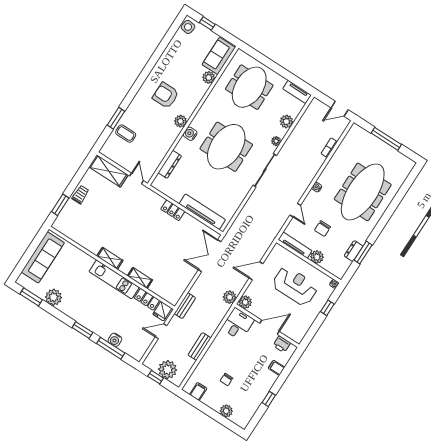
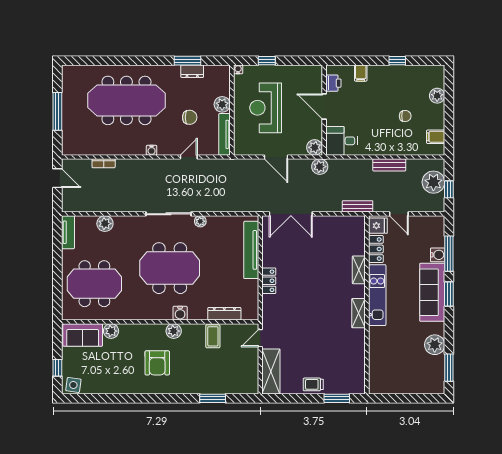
coffee table: (126, 134) -> (213, 336), moved
plant: (276, 141) -> (200, 221), moved
sofa: (43, 257) -> (432, 292), moved, turned -90

